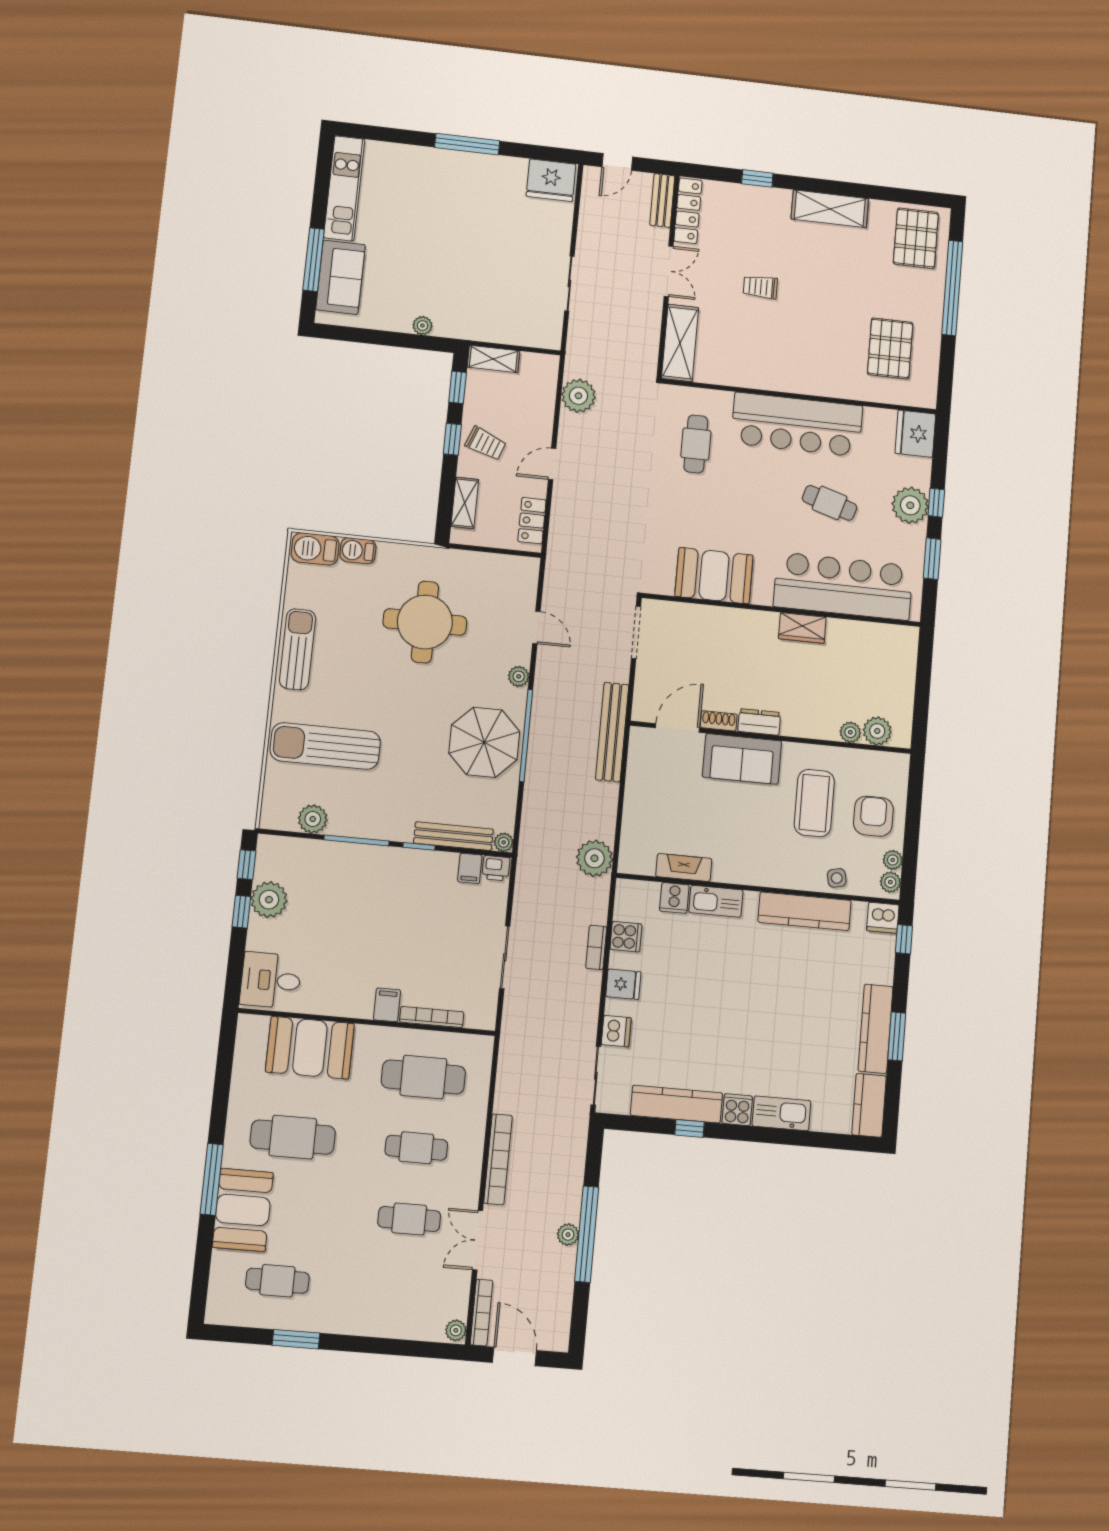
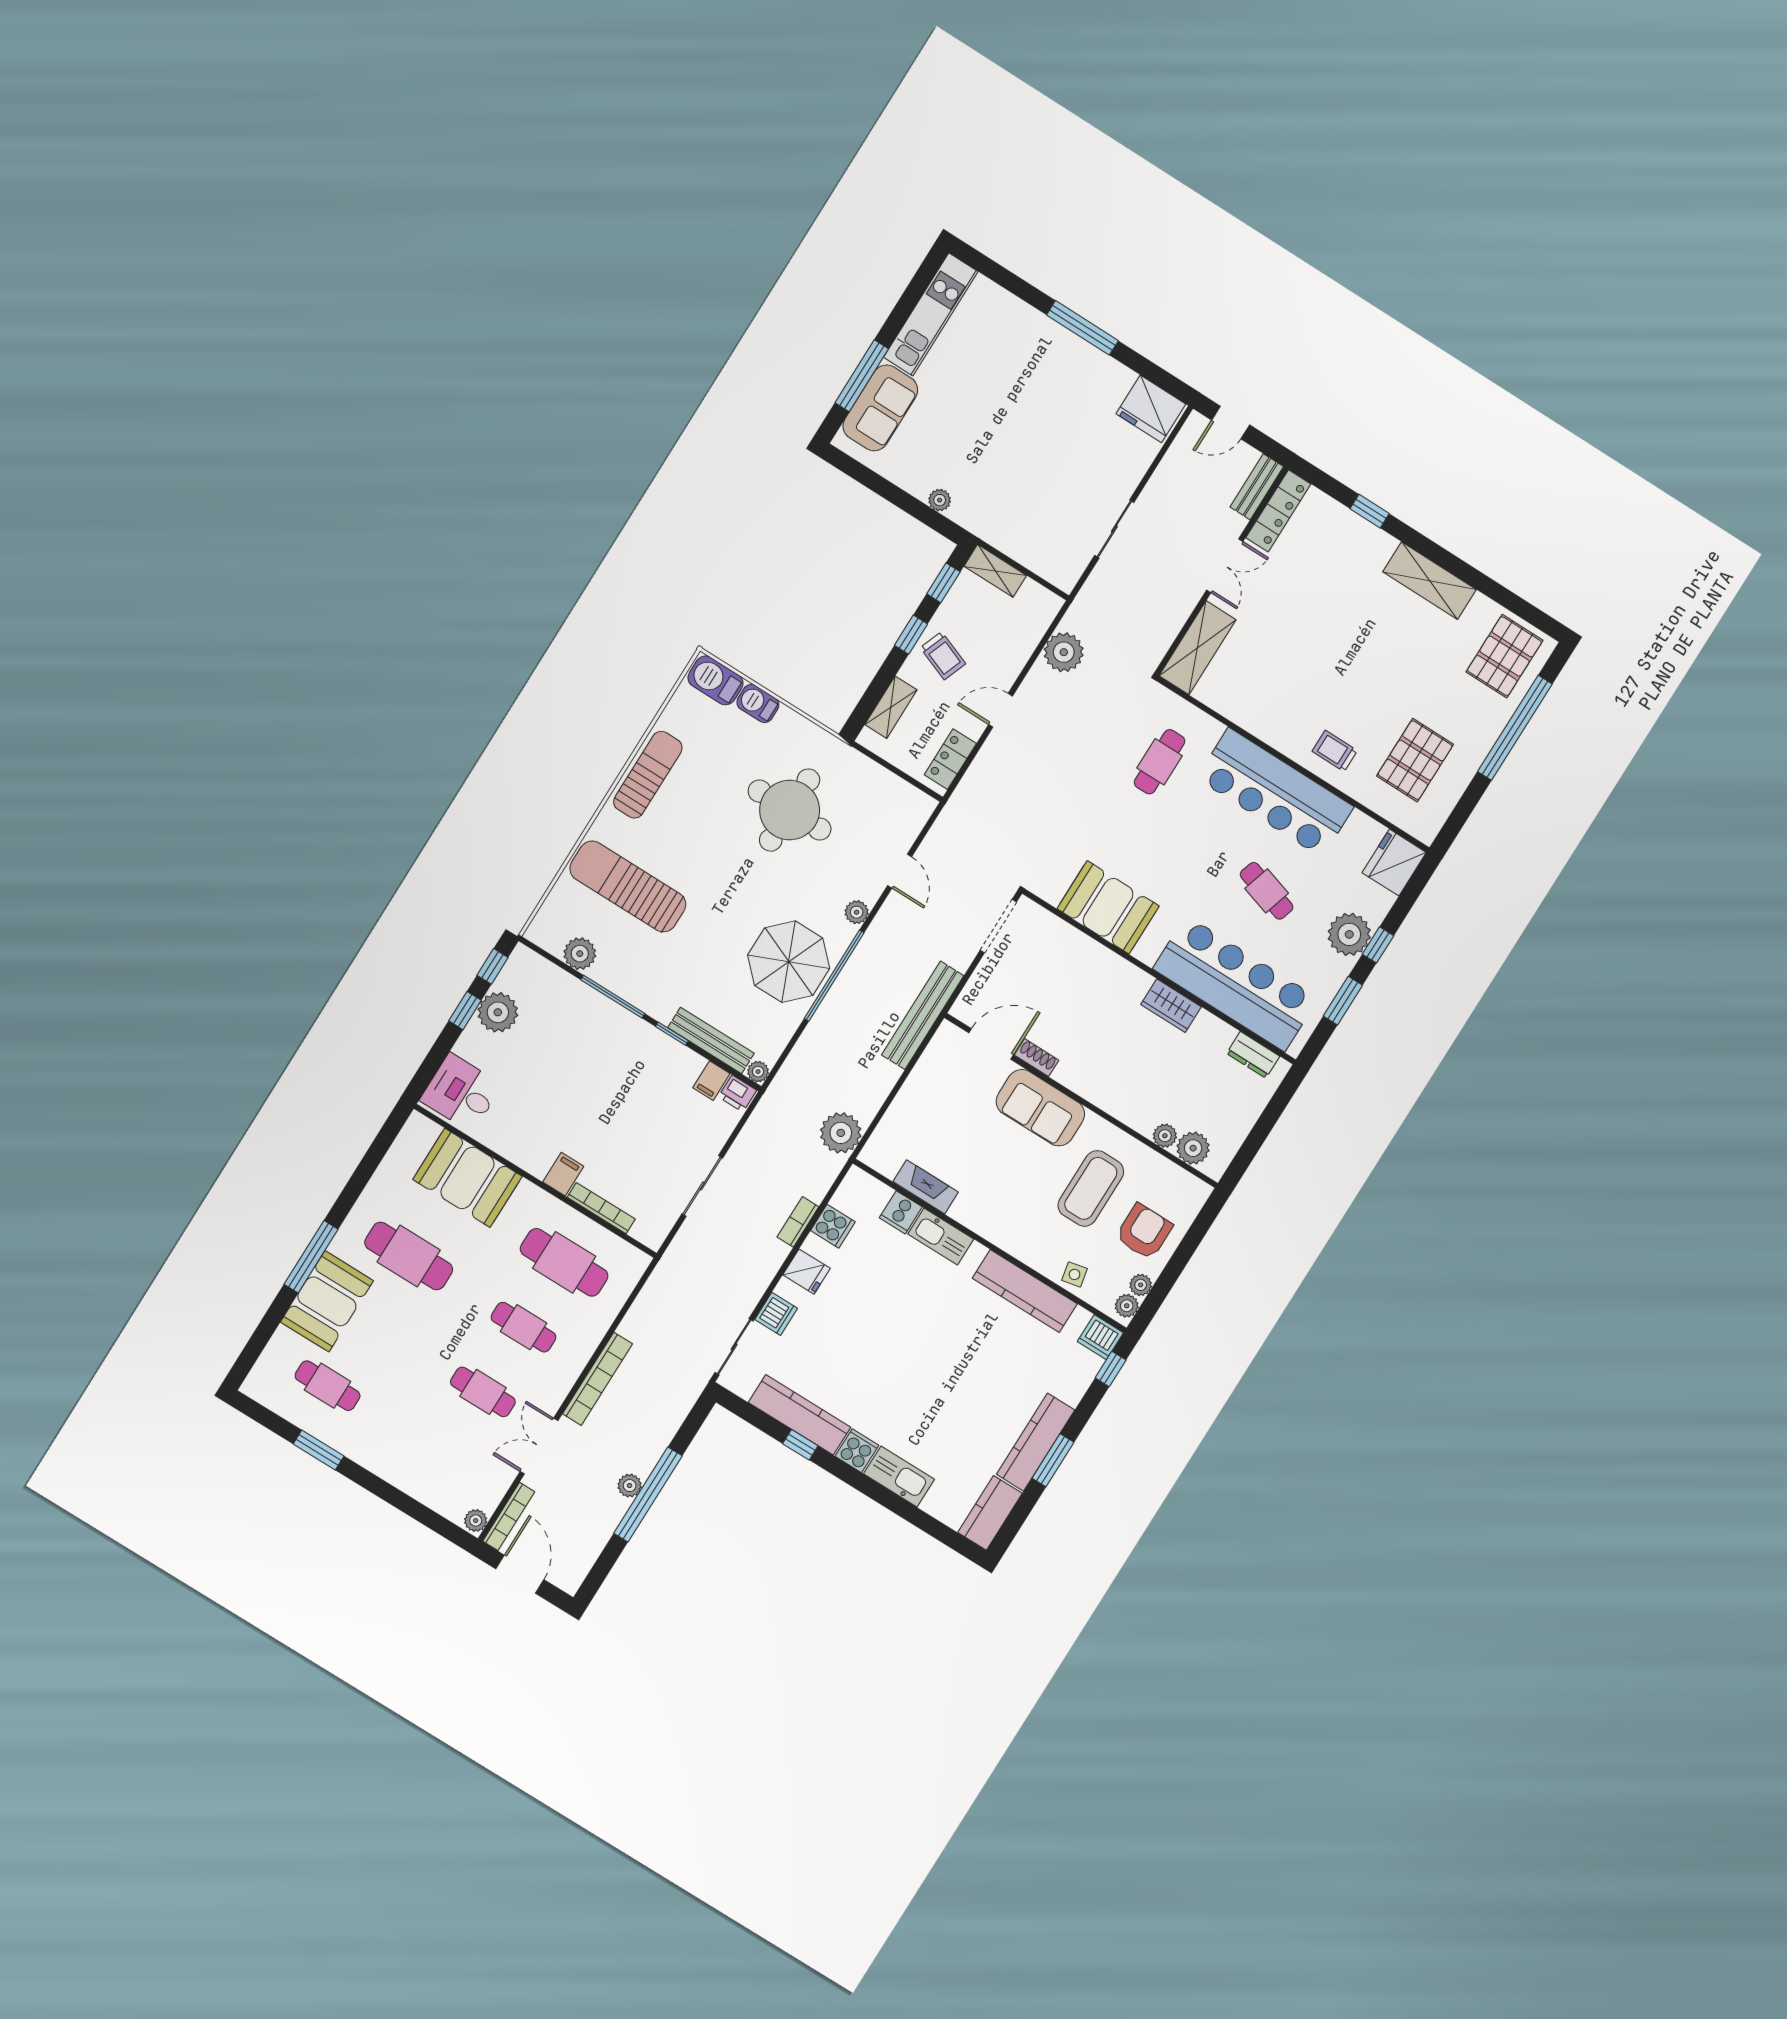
trolley: (760, 287) -> (1335, 751), moved
dresser: (759, 722) -> (1253, 1055), moved, turned 180

